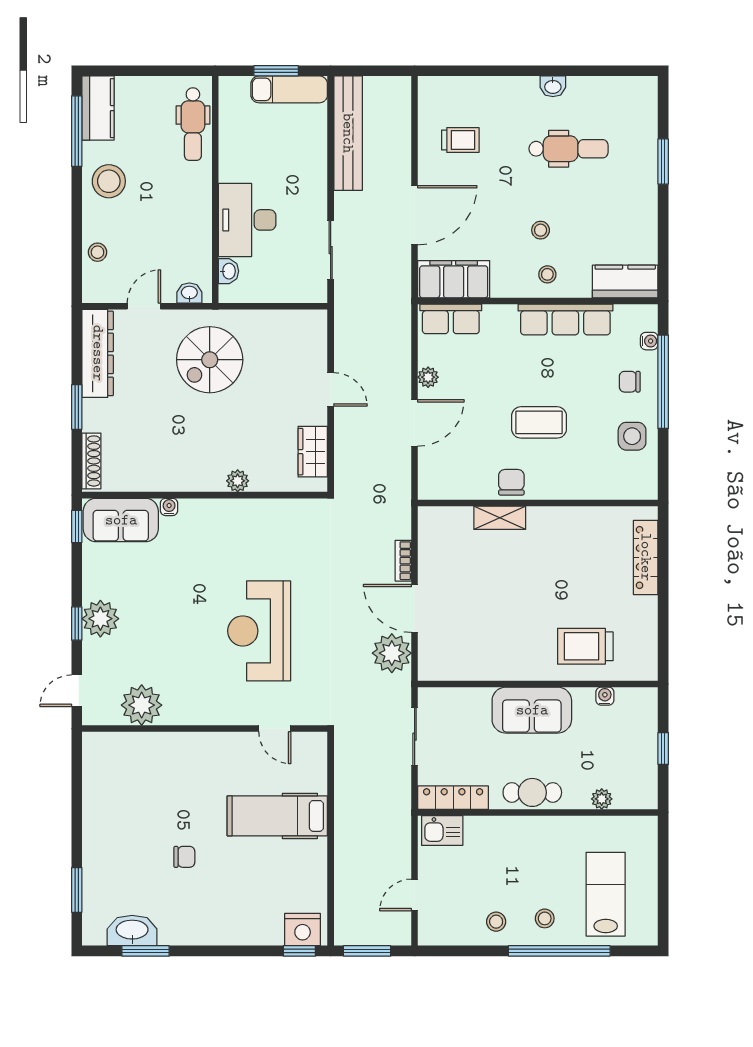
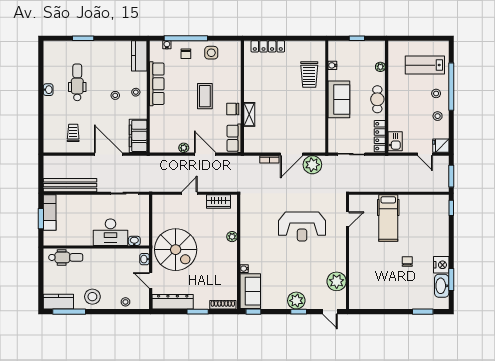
row of seats: (451, 319) -> (234, 138), moved, turned 180
spiral stairs: (210, 360) -> (176, 250), width x1.37, depth x1.37
fridge: (433, 929) -> (441, 146), added
nightstand: (303, 930) -> (441, 265), moved

